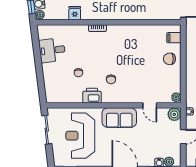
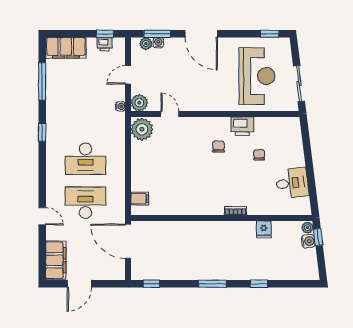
chair: (169, 59) -> (145, 172), removed
plant: (176, 97) -> (142, 129), width x1.87, depth x1.87
sofa: (119, 118) -> (208, 99), removed

